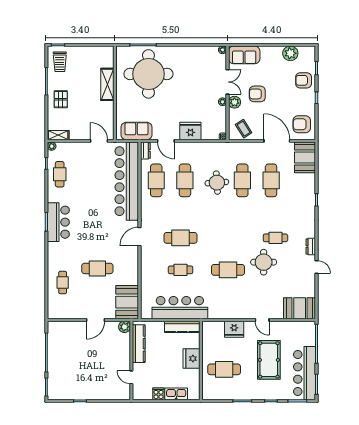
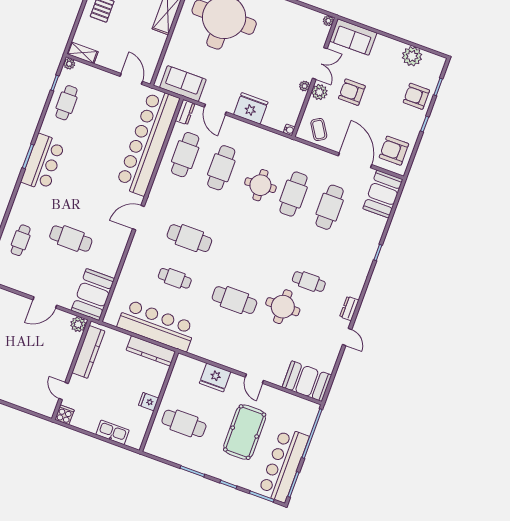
fridge: (192, 359) -> (149, 402), width x0.53, depth x0.75
cooker: (158, 394) -> (64, 415), moved

